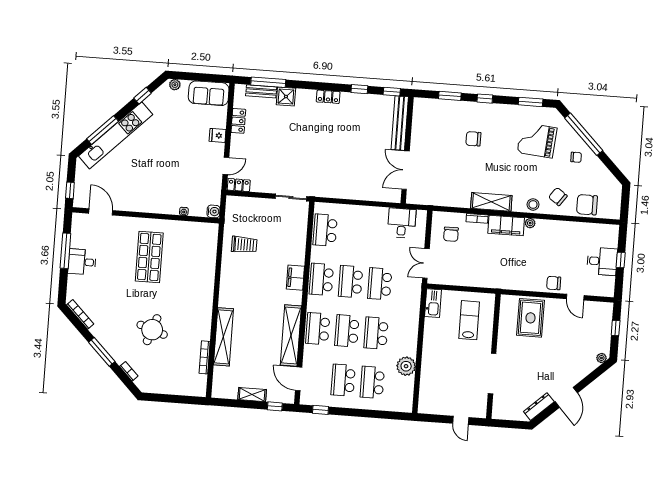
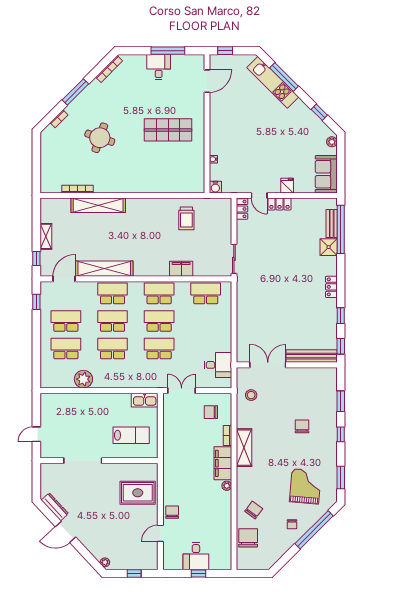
window: (268, 82) -> (341, 229), width x1.46
locker: (238, 121) -> (279, 204), moved
kitchen unit: (116, 135) -> (273, 82), width x0.73
stool: (533, 204) -> (251, 395), moved
filing cabinet: (295, 278) -> (181, 269), moved

